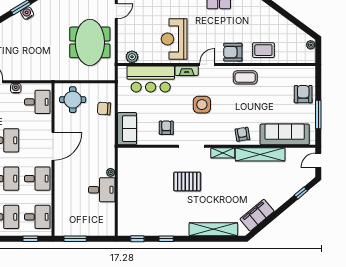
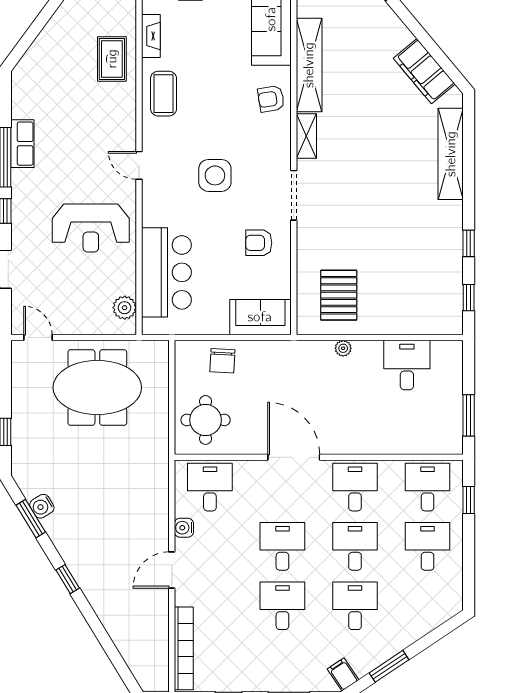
armchair: (233, 52) -> (116, 117), removed
fireplace: (187, 71) -> (151, 36), moved
pallet: (187, 182) -> (339, 295), moved
desk: (102, 190) -> (407, 365), moved

